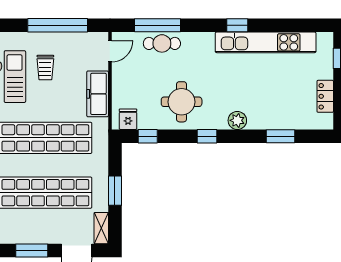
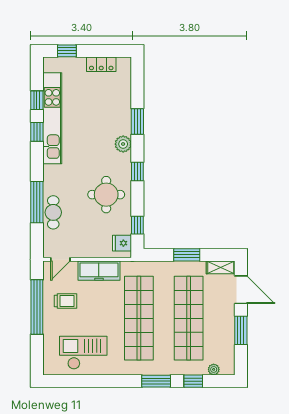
window: (157, 25) -> (37, 202), moved
window: (237, 25) -> (37, 132), moved
window: (286, 25) -> (37, 100), added
door: (110, 51) -> (60, 259), swing flipped
trolley: (45, 67) -> (65, 301), moved
window: (280, 136) -> (137, 122), moved

